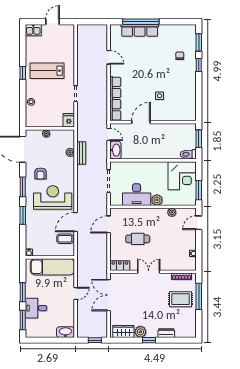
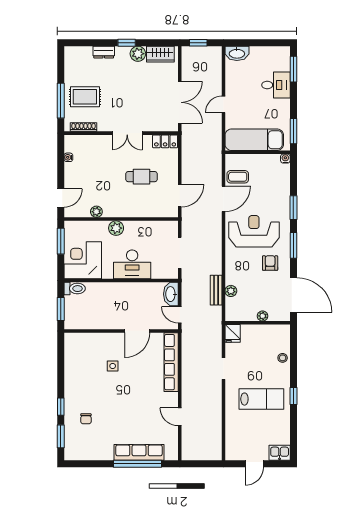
desk: (137, 195) -> (132, 264), moved, turned 180
reception desk: (53, 198) -> (254, 231), turned 180
window: (23, 292) -> (293, 131), moved

